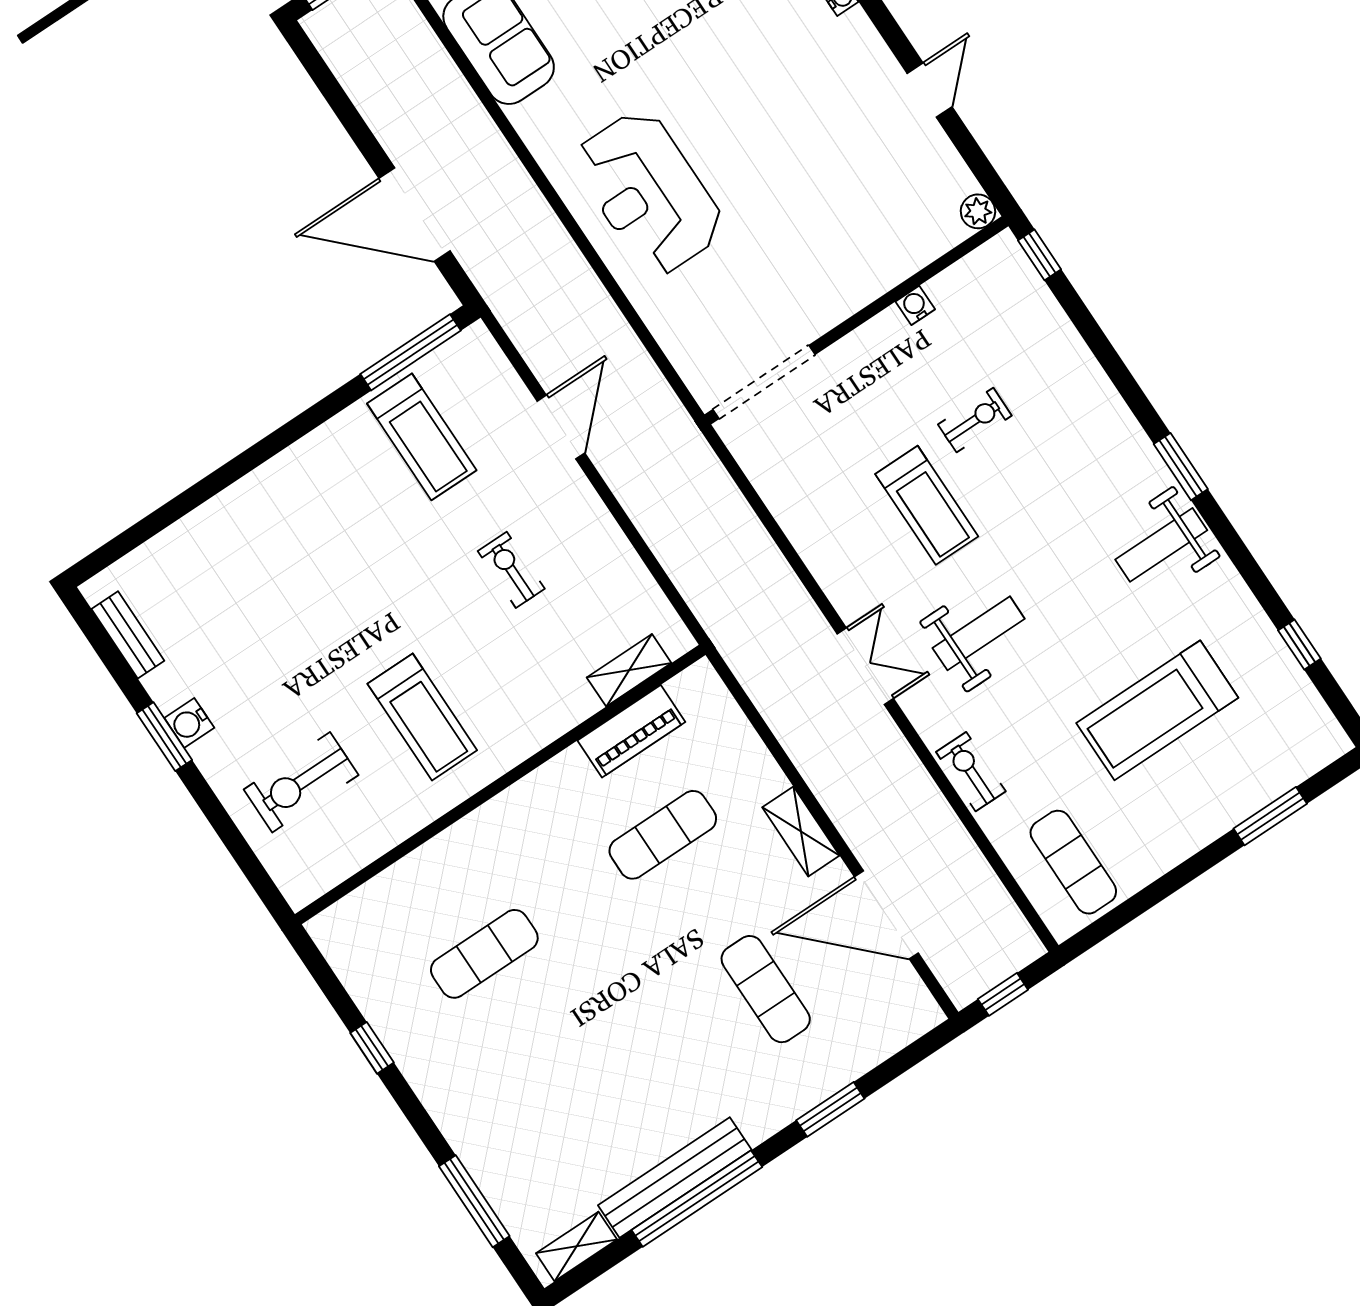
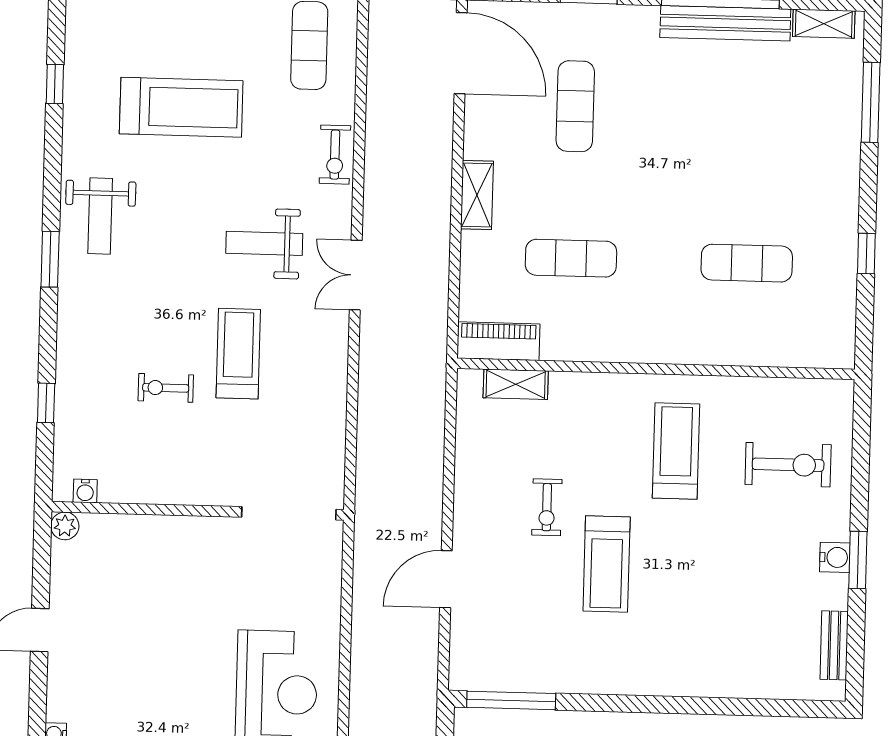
window: (1040, 255) -> (46, 403), moved
water cooler: (915, 305) -> (85, 491), moved
treadmill: (422, 437) -> (607, 564), moved, turned 180
weight bench: (1161, 545) -> (100, 216), turned 90
piano: (631, 731) -> (499, 341), moved
door: (886, 915) -> (461, 53), moved

